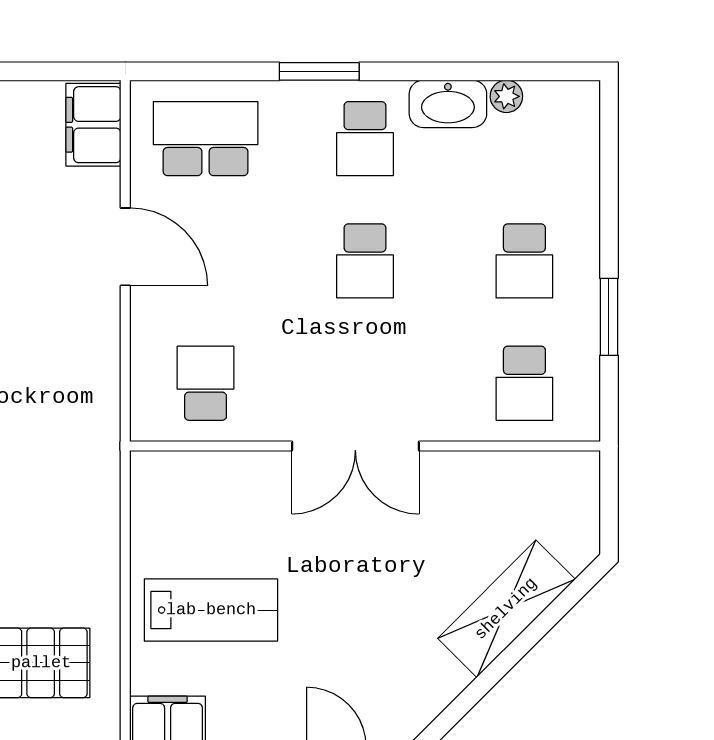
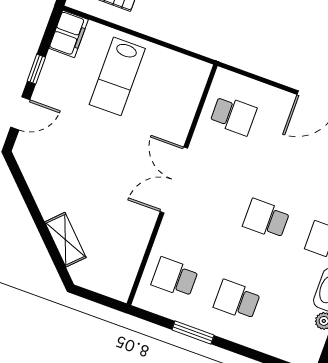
shelving: (506, 609) -> (65, 240), width x0.67, depth x0.75

